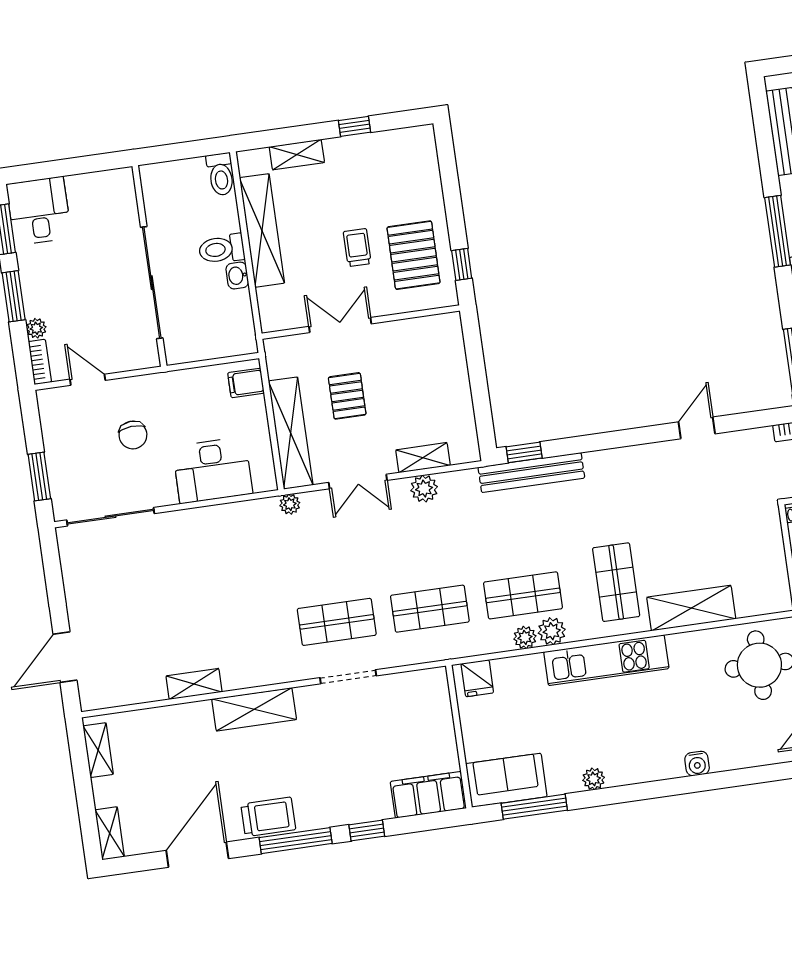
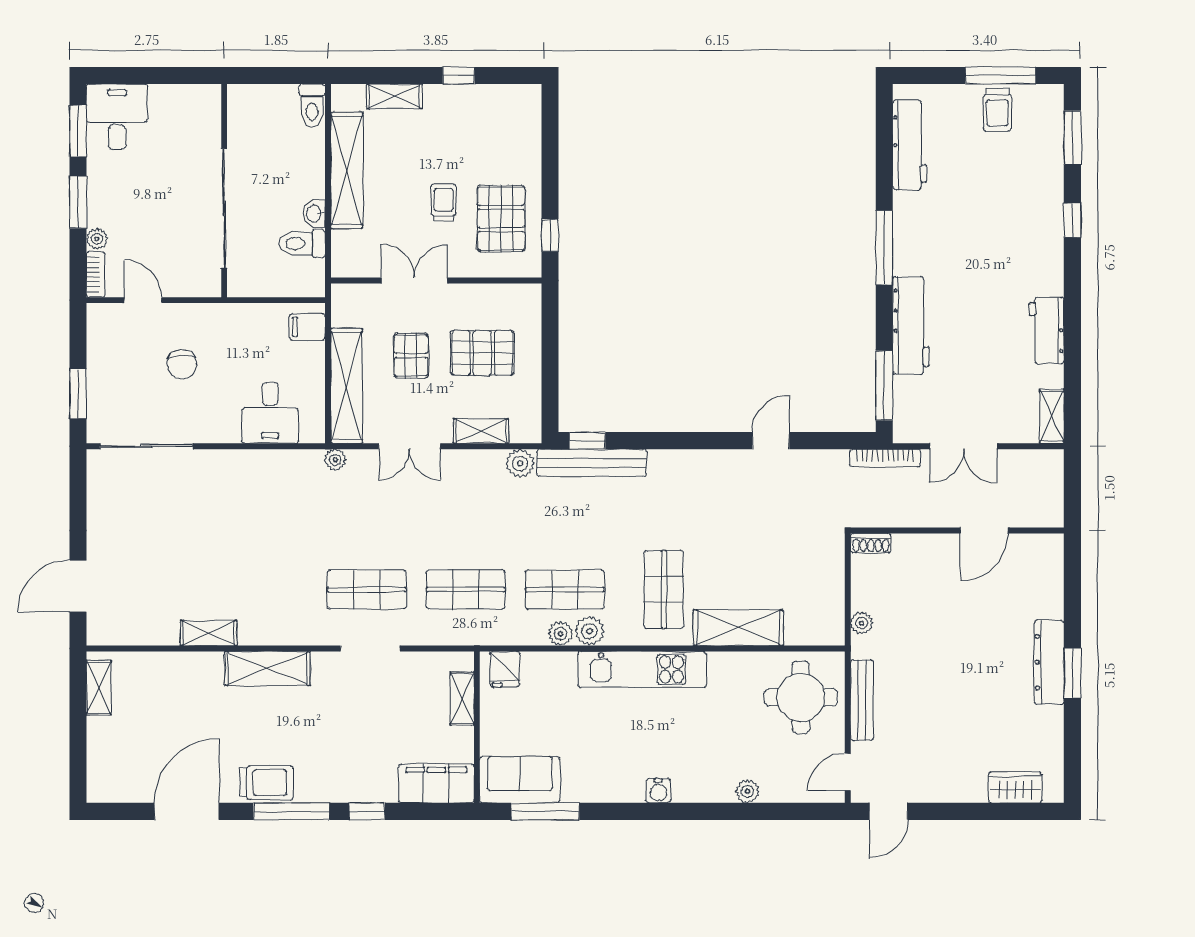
toilet: (222, 249) -> (302, 244), moved
pallet: (414, 384) -> (482, 353), added
desk: (212, 470) -> (270, 413), width x0.73
plant: (424, 489) -> (520, 463), moved
water cooler: (697, 764) -> (658, 791), moved
plant: (594, 779) -> (747, 791), moved
shelving: (110, 833) -> (462, 699), moved

